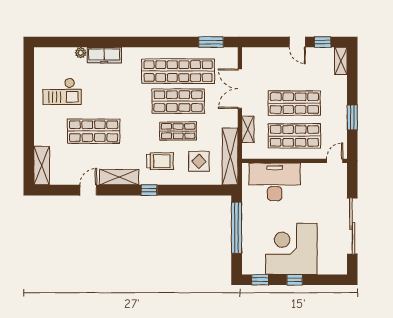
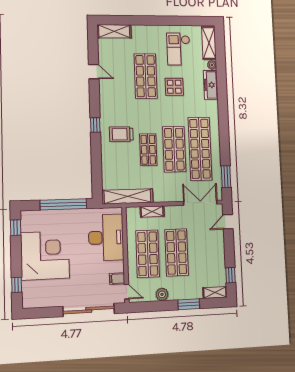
door: (297, 42) -> (228, 222), moved
double door: (240, 89) -> (200, 203), moved
window: (352, 117) -> (189, 304), moved
plant: (340, 121) -> (162, 294), added
trolley: (160, 161) -> (121, 134), turned 90
display table: (199, 161) -> (174, 87), moved
filing cabinet: (320, 171) -> (117, 279), added
shelving: (119, 177) -> (209, 43), moved
sliding door: (352, 226) -> (89, 310), moved
window: (295, 280) -> (17, 285), moved

